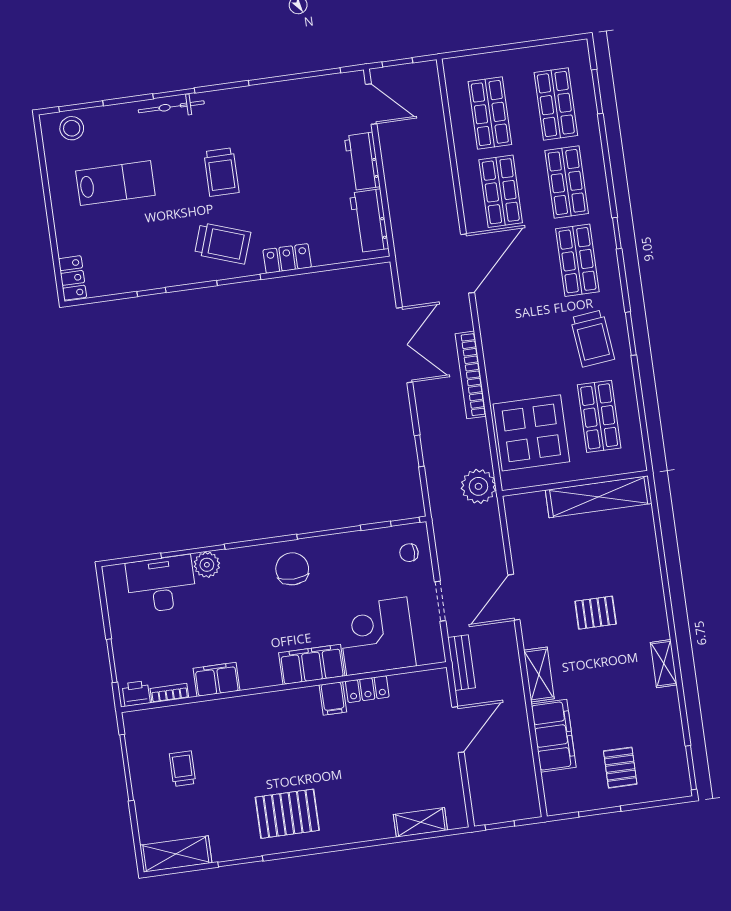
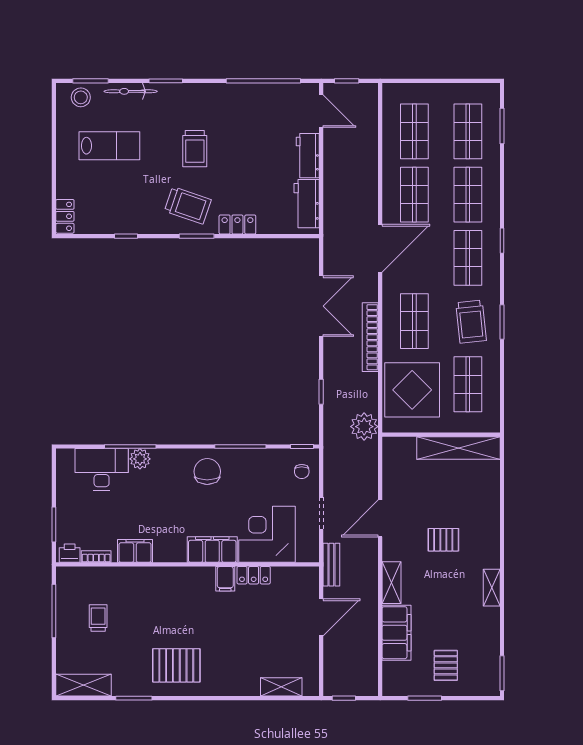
bicycle: (171, 107) -> (131, 91), moved
shop shelf: (522, 347) -> (414, 321), added
chair: (409, 553) -> (302, 471), turned -90

